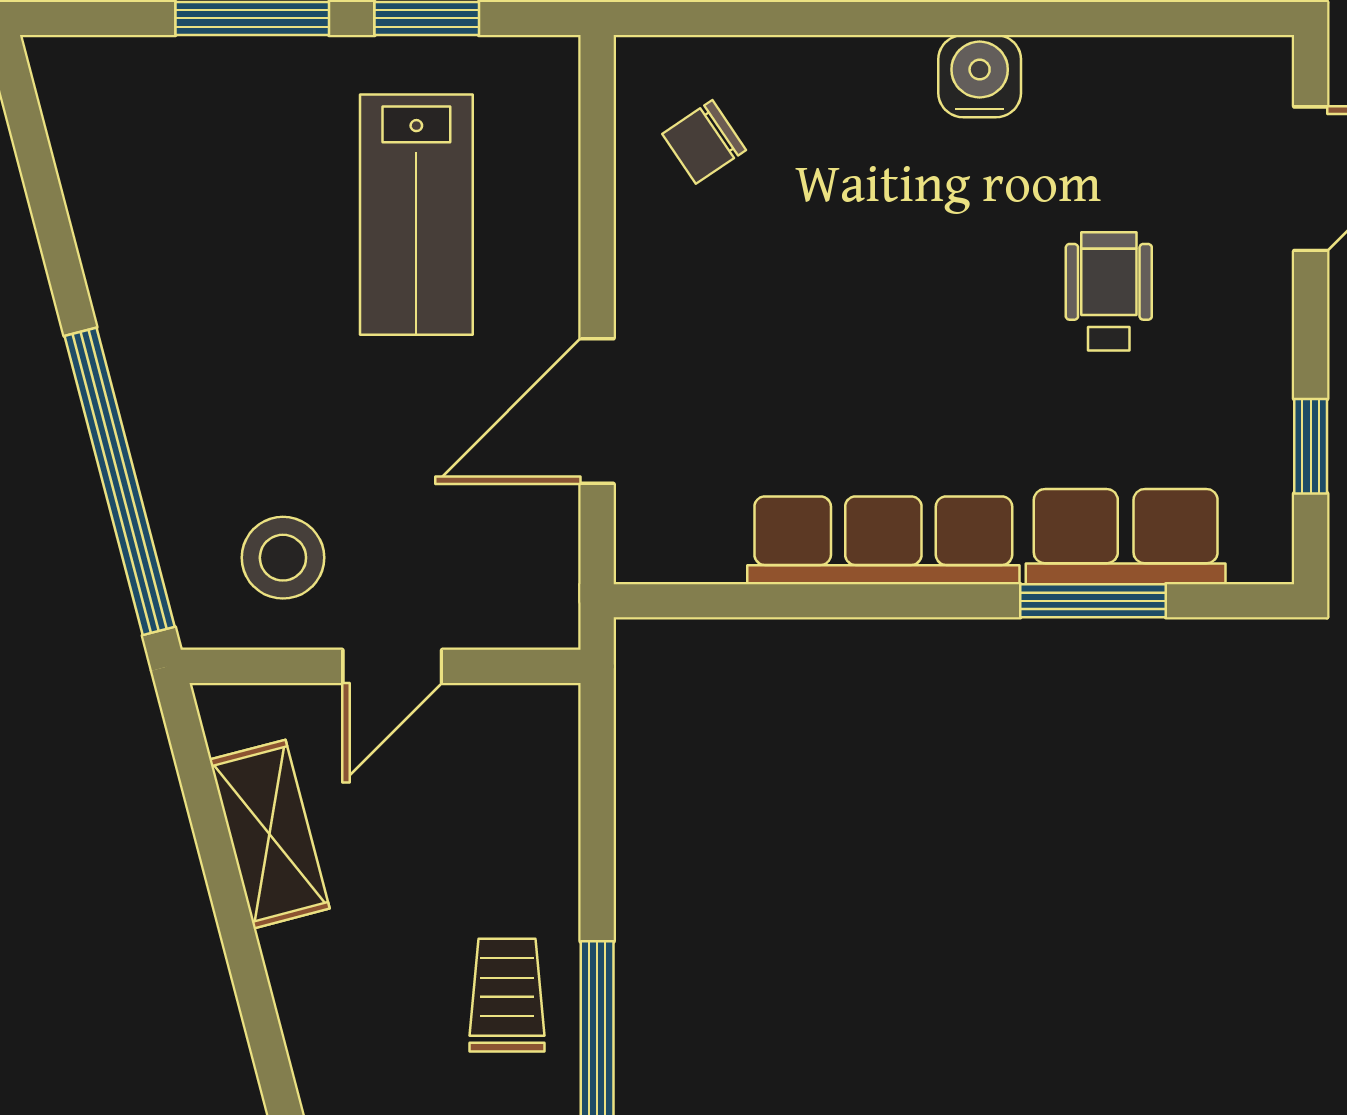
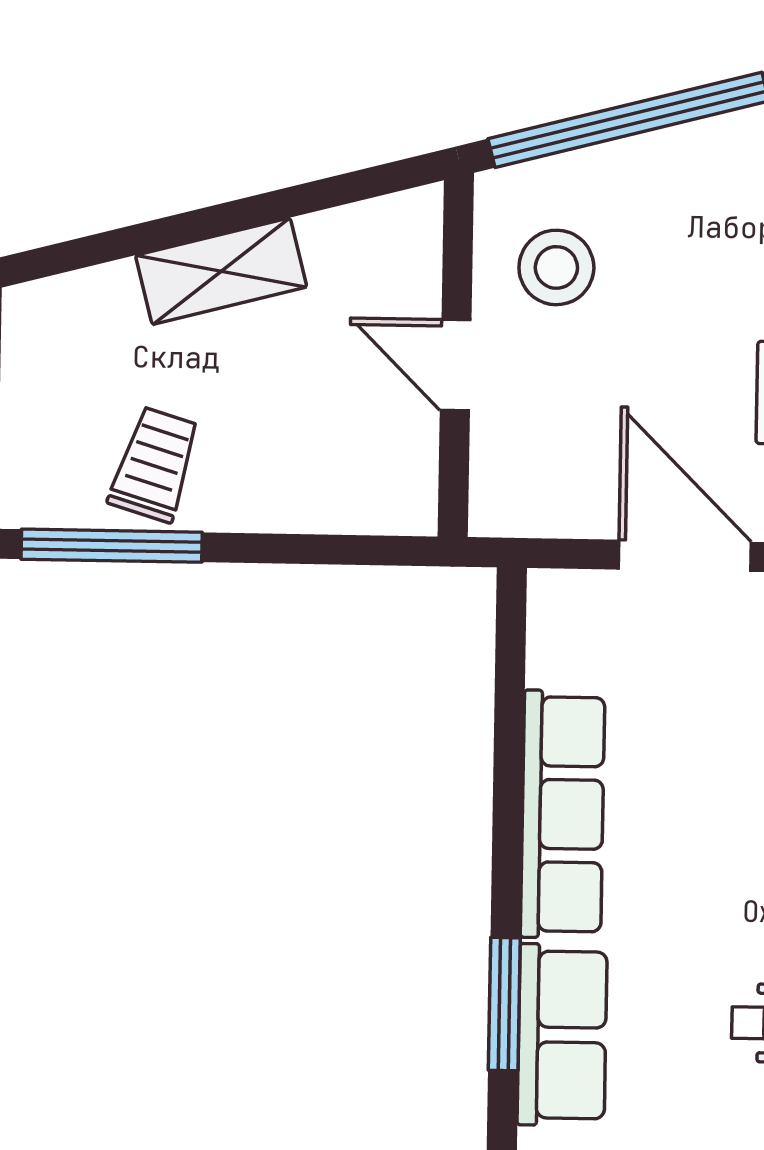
shelving: (269, 834) -> (221, 271), moved
trolley: (507, 995) -> (155, 464), turned -73

